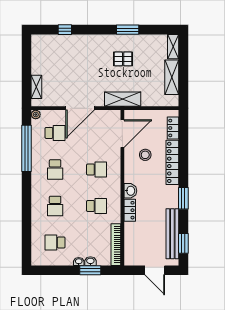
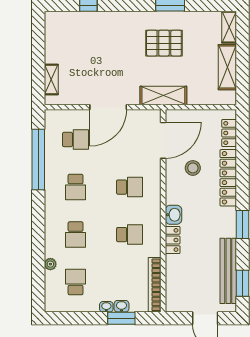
pallet: (123, 59) -> (164, 43), width x1.50, depth x1.42
plant: (36, 115) -> (50, 264), moved
school desk: (55, 243) -> (76, 282), turned 90

